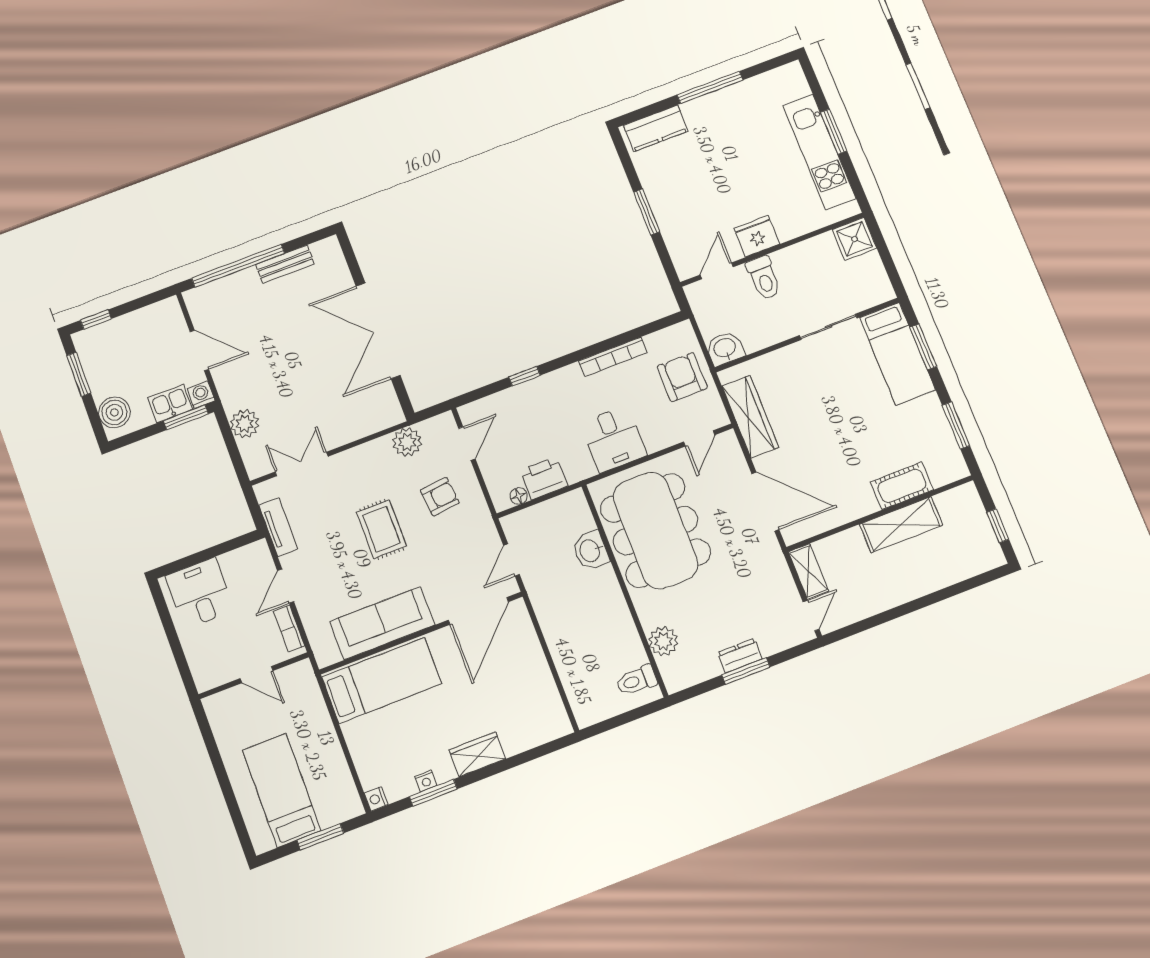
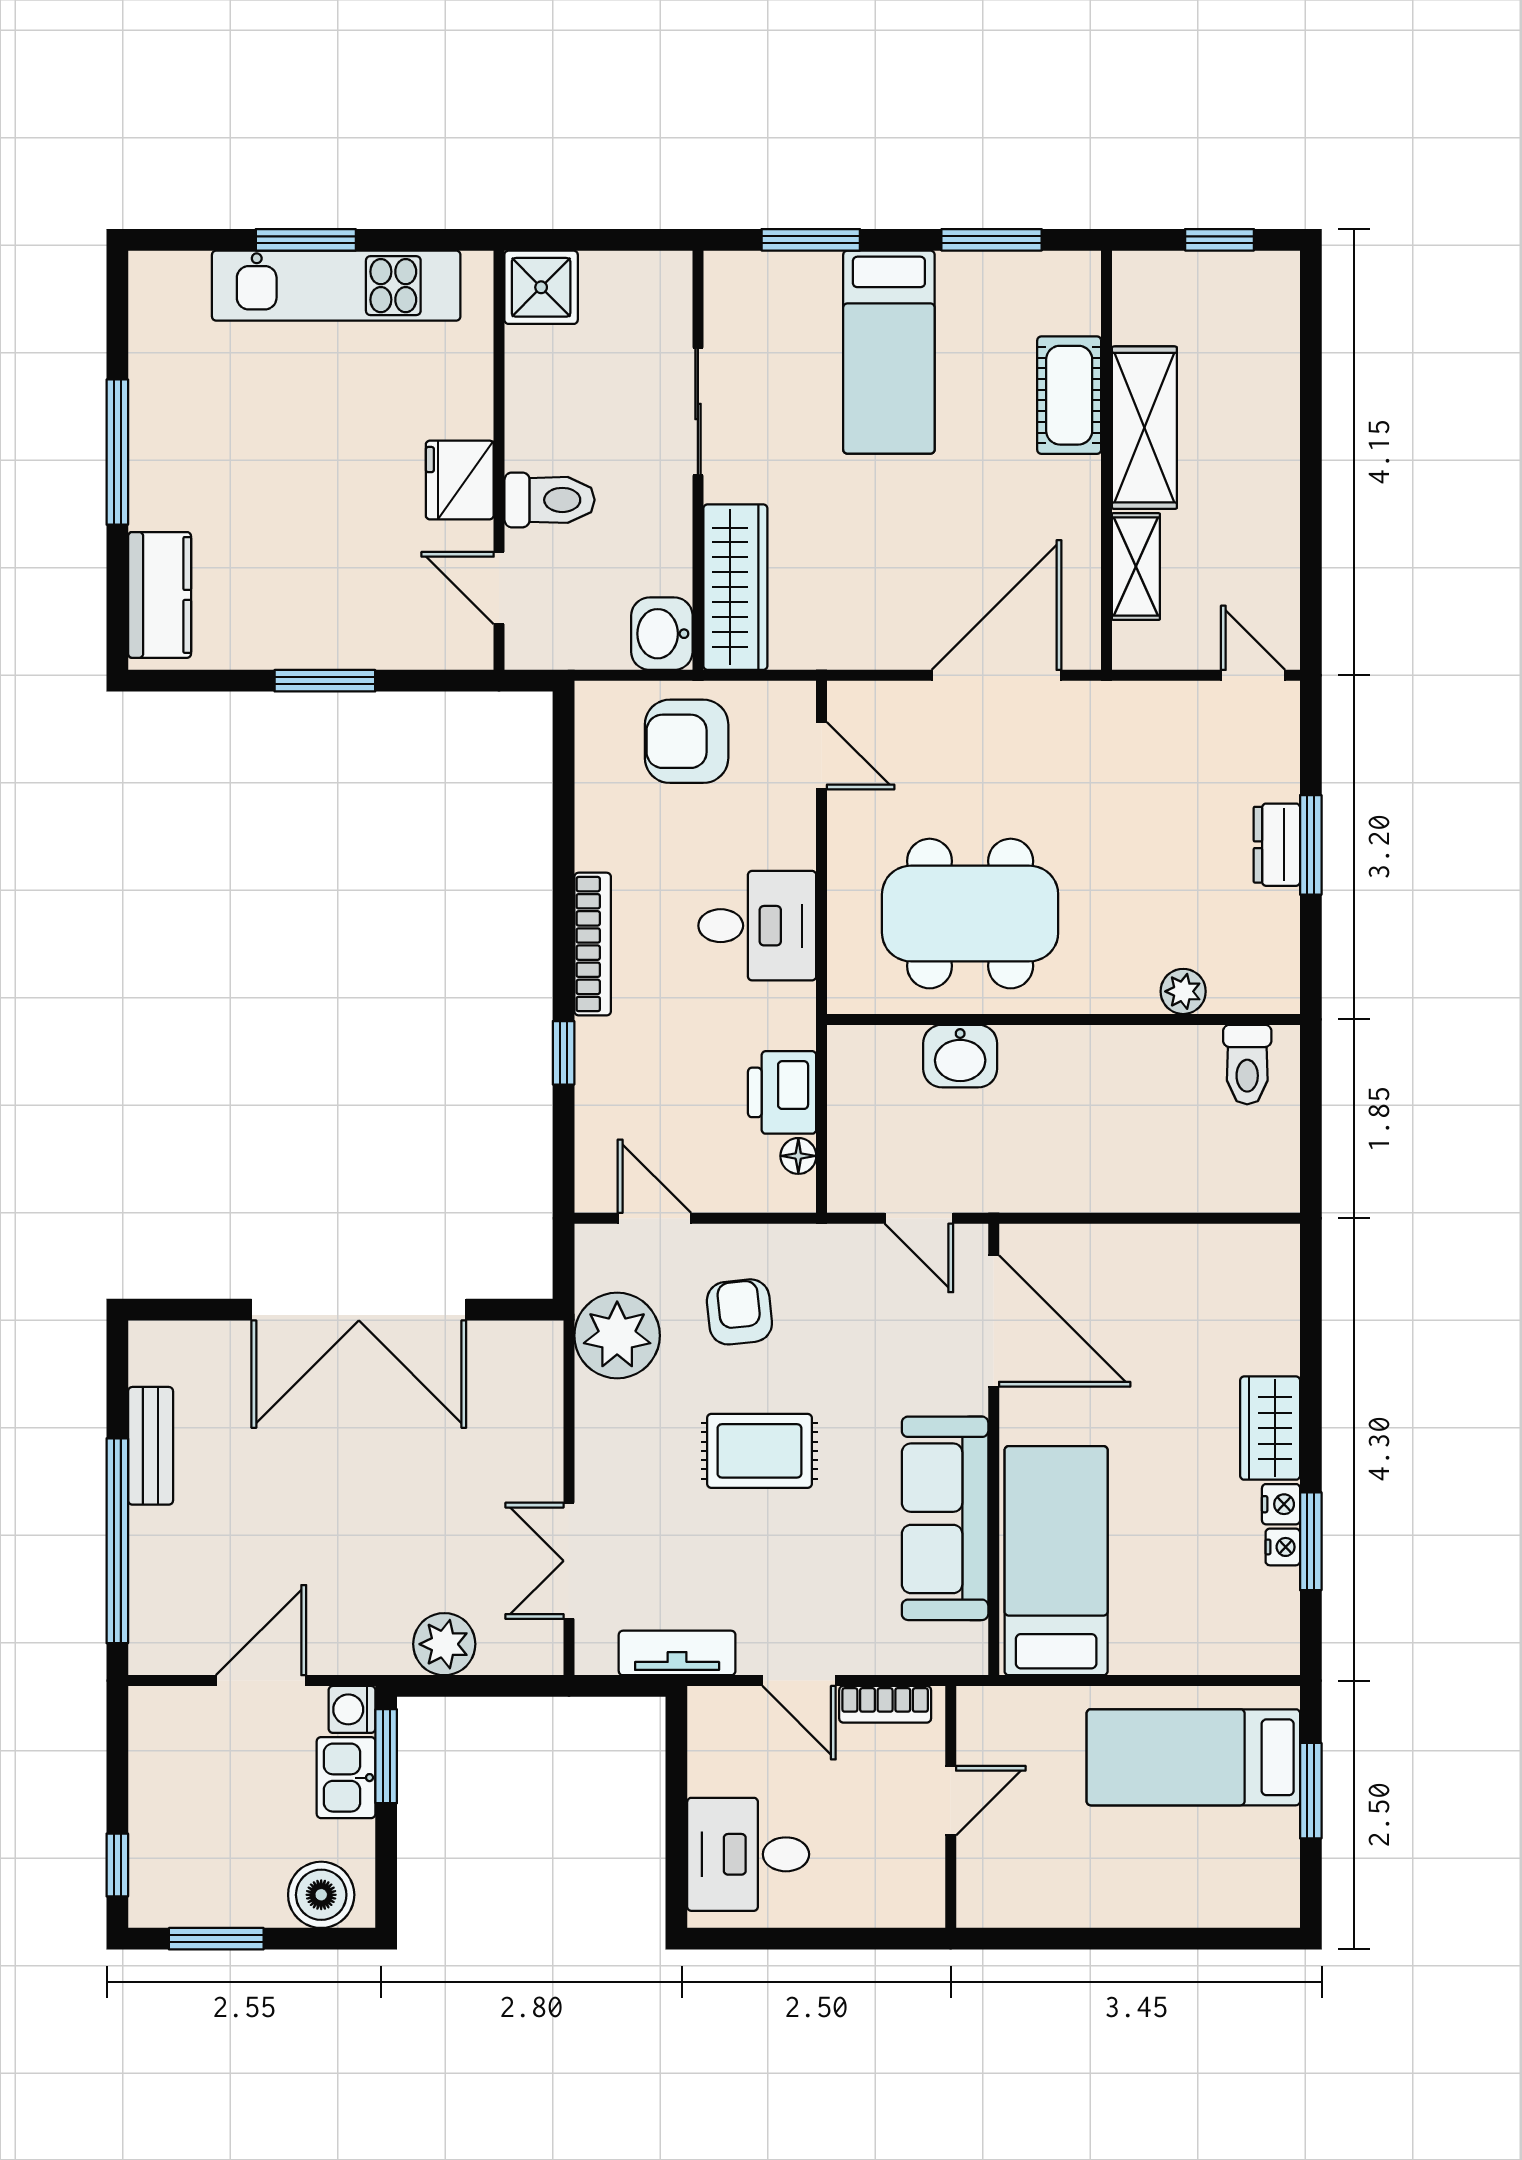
bed: (898, 354) -> (889, 352), moved, turned 90
bookcase: (613, 357) -> (593, 944), moved
wardrobe: (750, 417) -> (735, 587), moved, turned 90
plant: (407, 442) -> (617, 1336), width x1.36, depth x1.36
dining table: (655, 531) -> (970, 914), width x0.73, depth x0.80
shelving: (808, 571) -> (1136, 567), moved, turned 90
plant: (663, 641) -> (1183, 991), width x0.73, depth x0.73
bed: (282, 790) -> (1193, 1757), moved
nightstand: (376, 799) -> (1281, 1504), moved, turned -90

